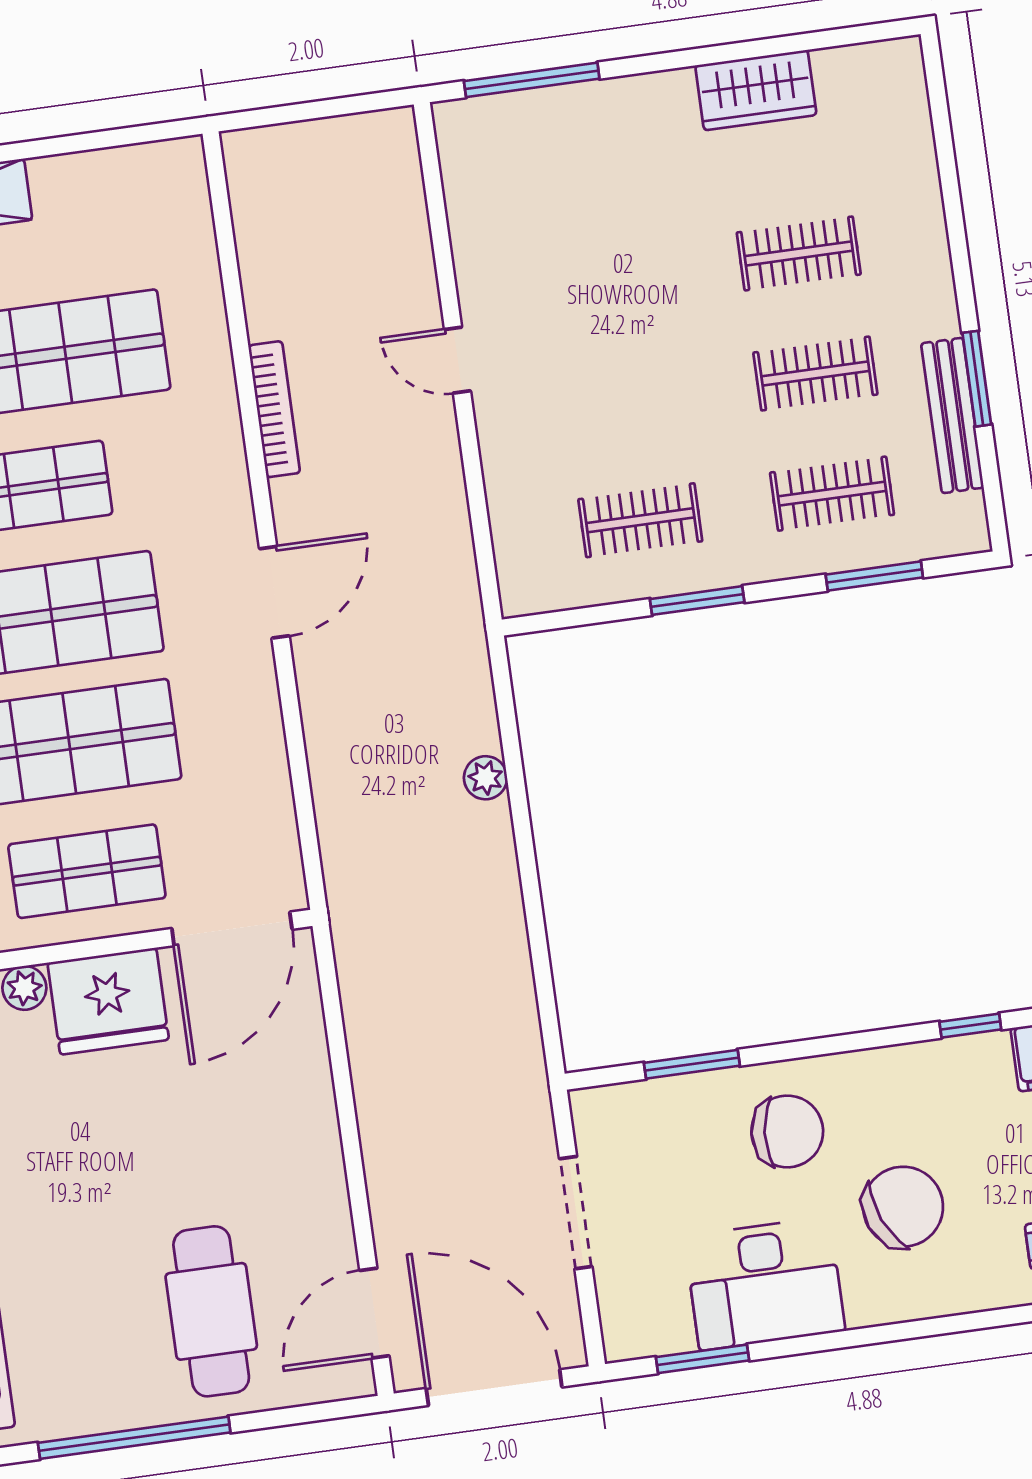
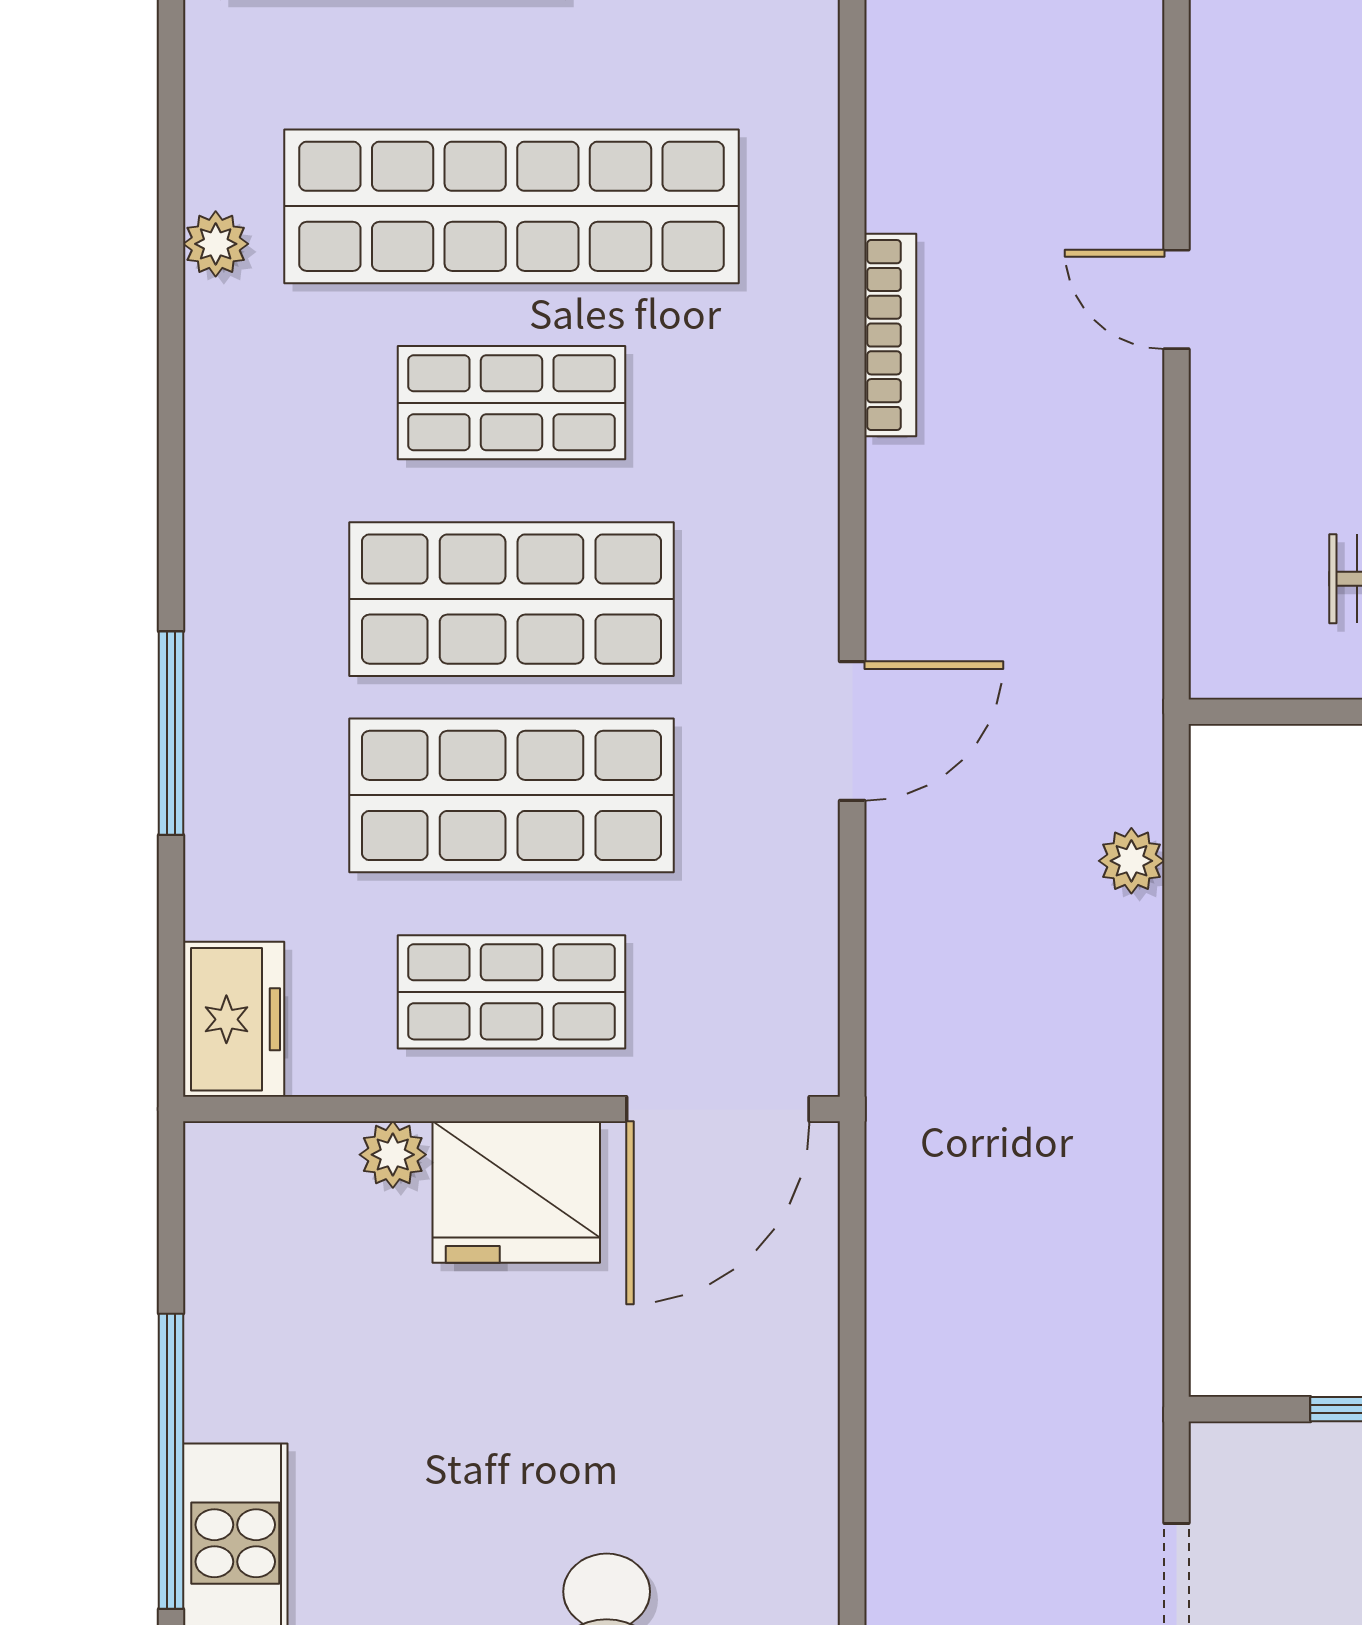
door: (274, 592) -> (852, 731), moved
plant: (486, 778) -> (1131, 861), moved

